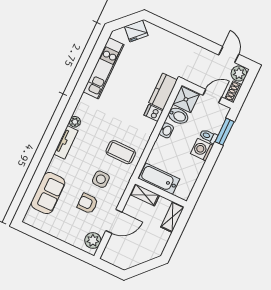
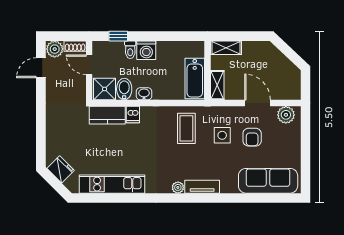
window: (225, 132) -> (118, 36), width x0.67
sofa: (48, 193) -> (268, 181), width x1.36

